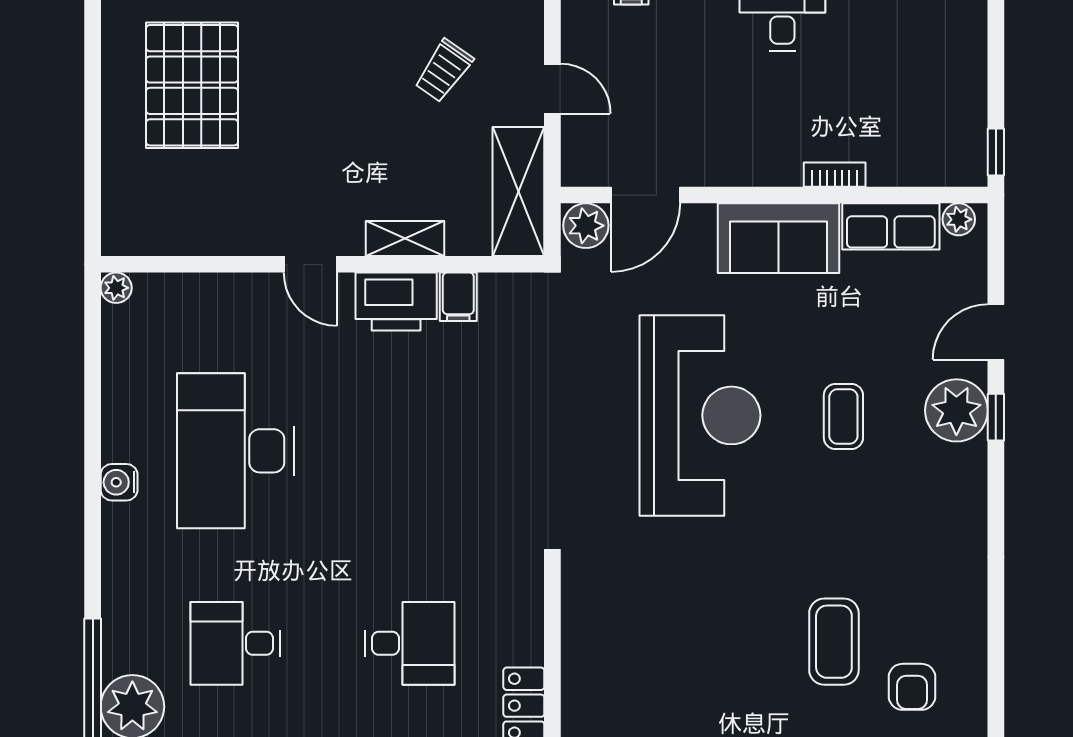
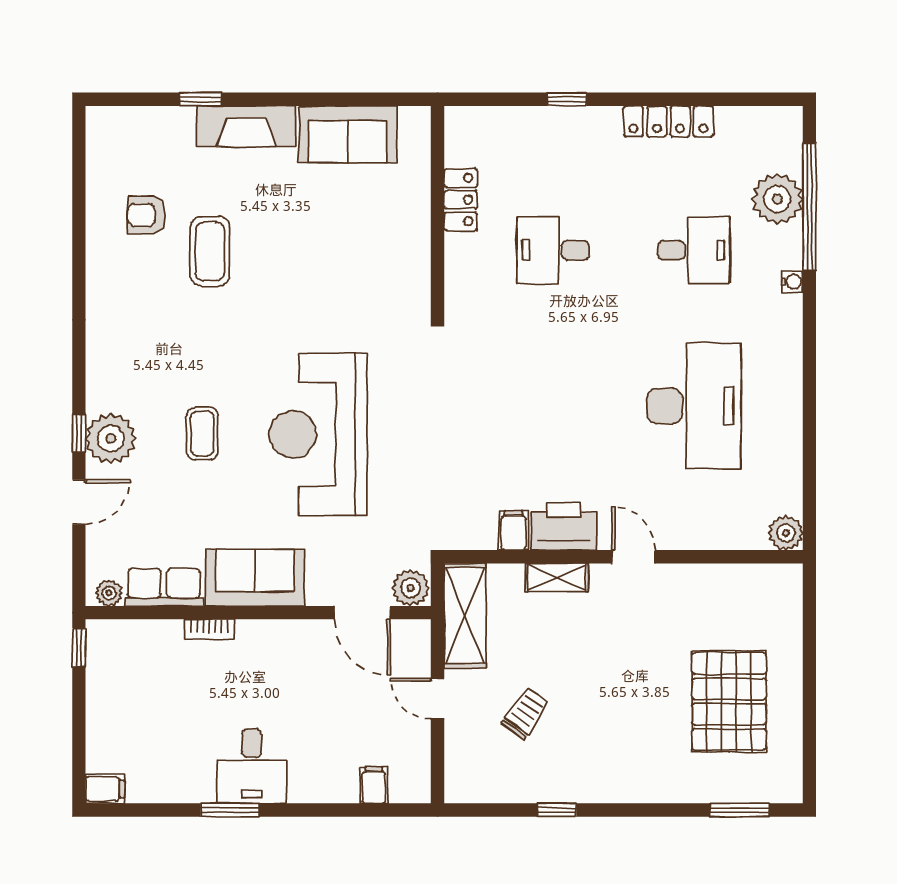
door: (646, 195) -> (362, 613), swing flipped
plant: (116, 288) -> (786, 533), width x1.38, depth x1.38
water cooler: (119, 482) -> (792, 282), moved, width x0.72, depth x0.72
armchair: (912, 687) -> (147, 215), turned -90

